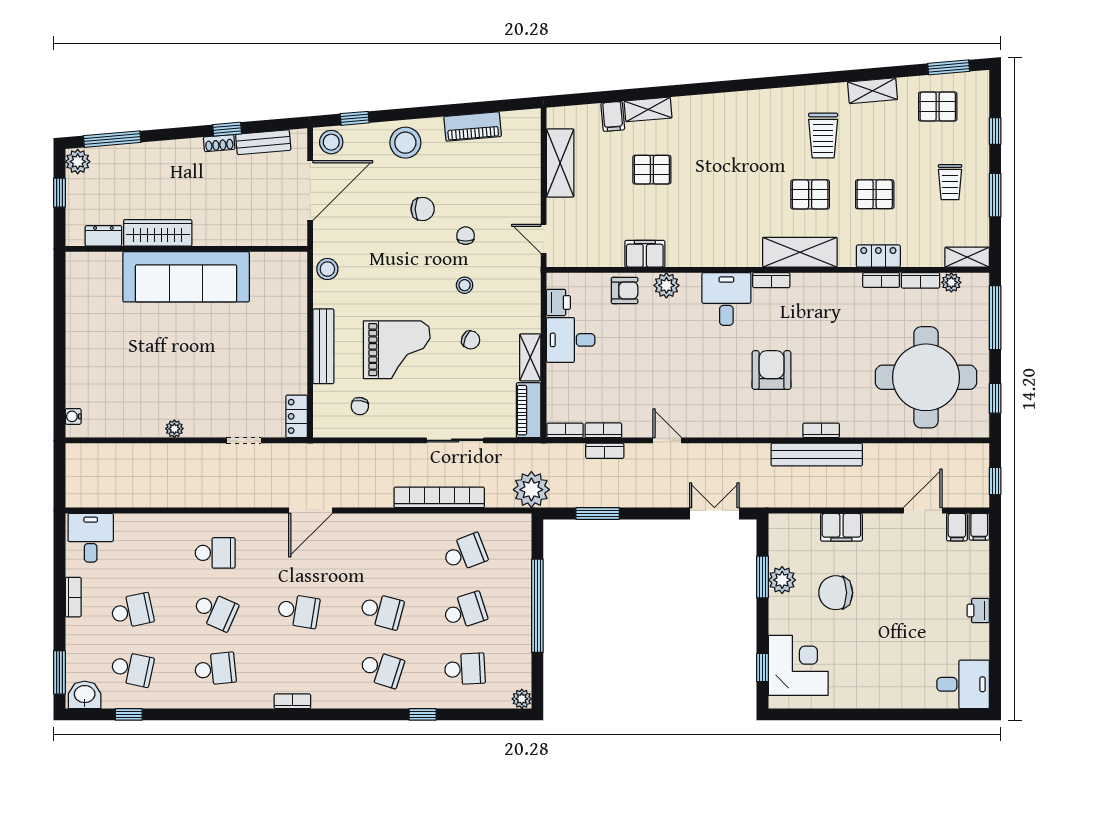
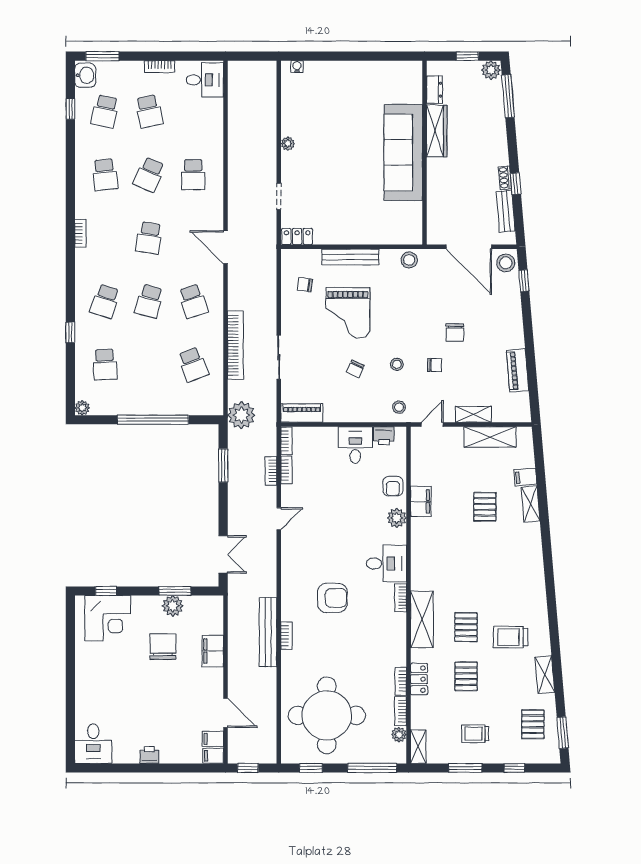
stool: (405, 143) -> (399, 407), moved, width x0.53, depth x0.53
shelving: (530, 357) -> (473, 414), moved
school desk: (465, 611) -> (193, 301), moved

